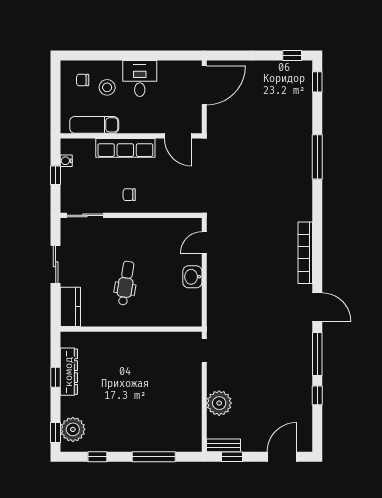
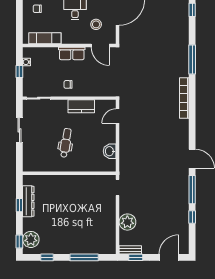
stool: (107, 87) -> (96, 24), moved
row of seats: (125, 148) -> (72, 53), width x0.68
bookcase: (305, 253) -> (184, 98), moved
washbasin: (192, 277) -> (110, 151), moved
kitchen counter: (70, 307) -> (81, 106), moved, turned 90

